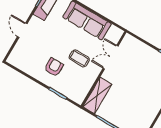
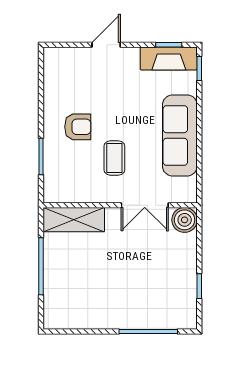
boiler: (129, 42) -> (185, 220), added
double door: (111, 57) -> (145, 205), swing flipped

